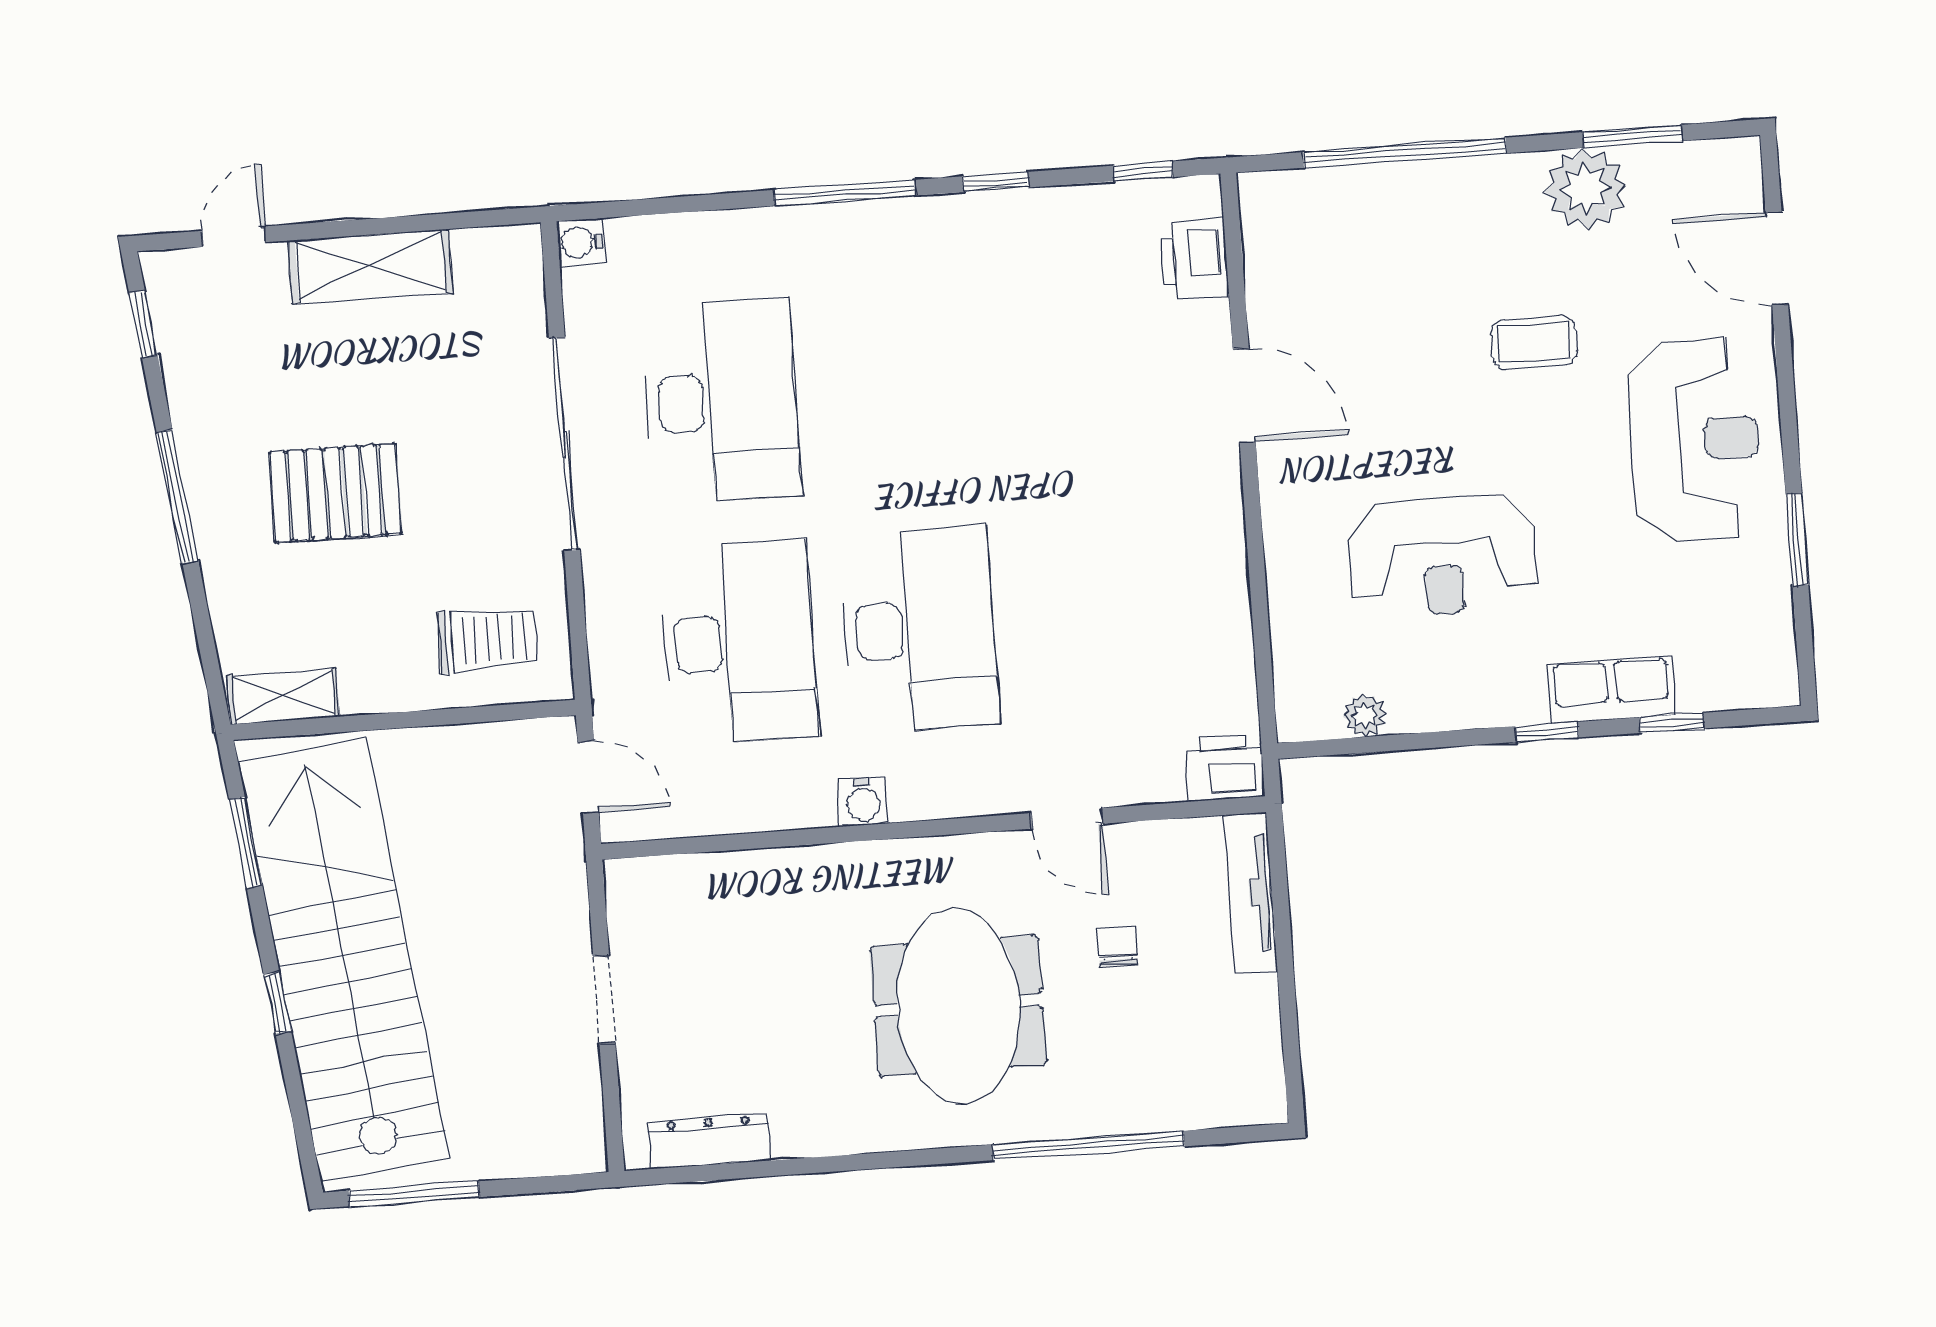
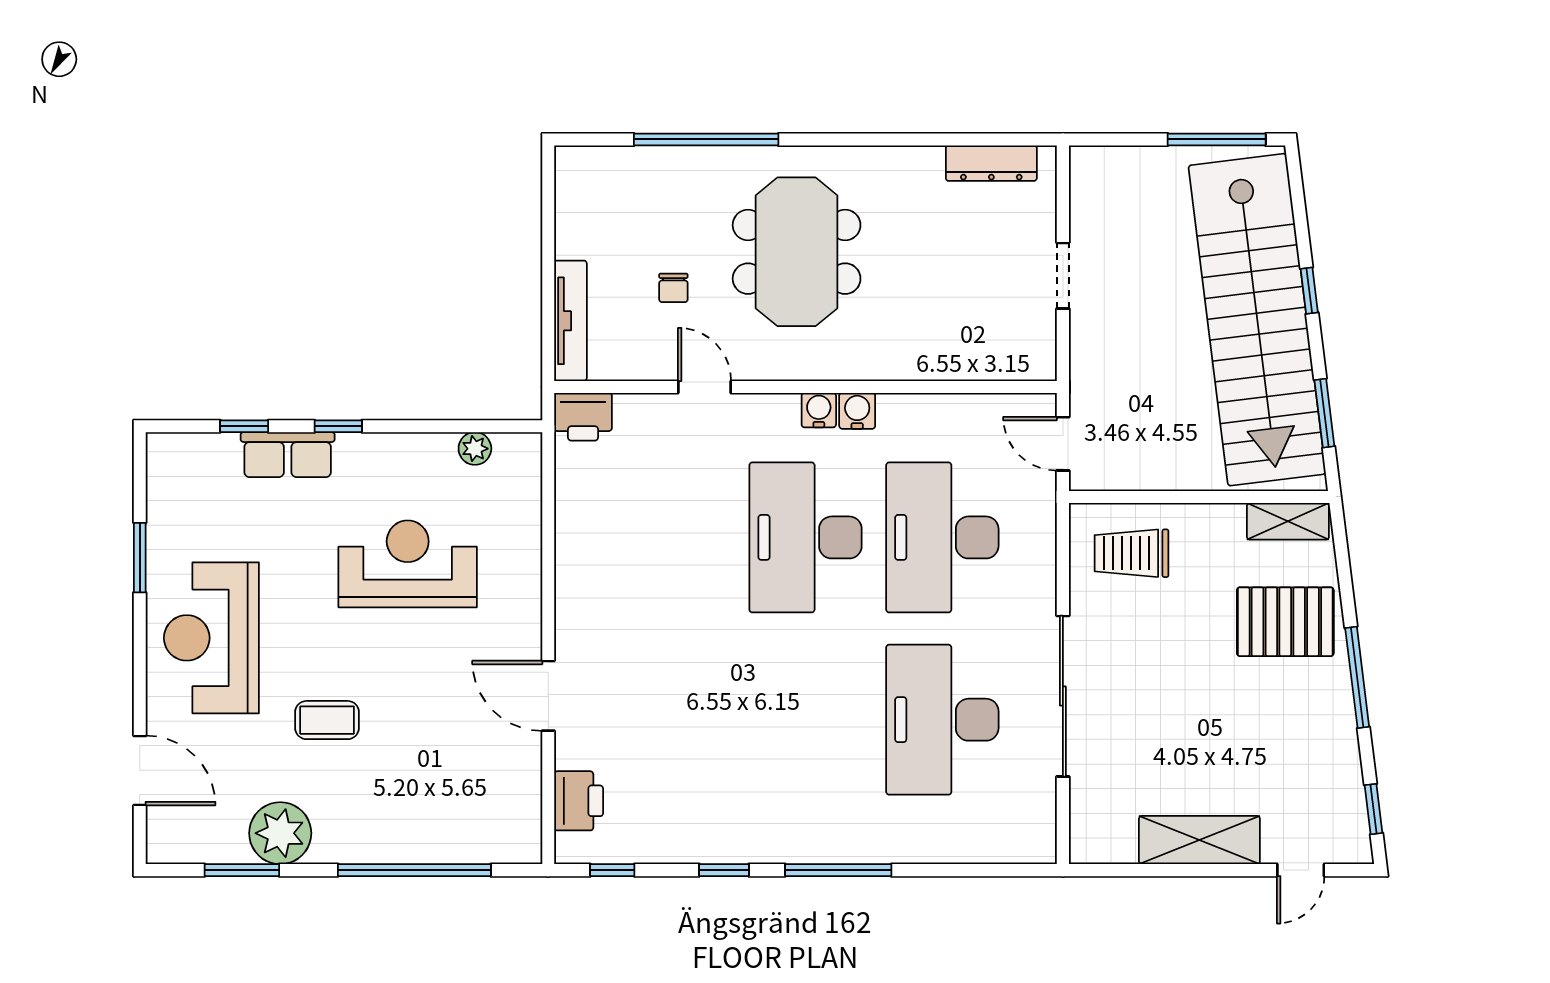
water cooler: (581, 242) -> (819, 410), moved, turned -90
pallet: (335, 493) -> (1285, 622), moved

